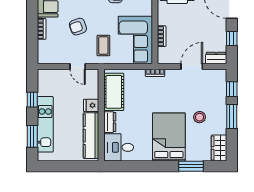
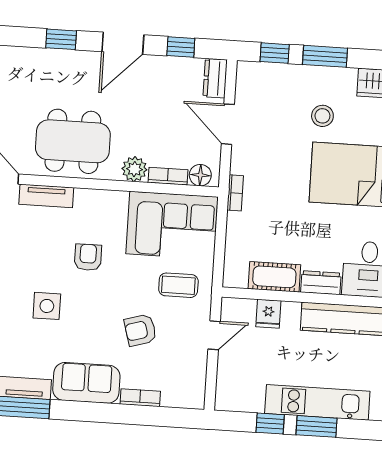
plant: (164, 18) -> (134, 169), added
armchair: (78, 27) -> (140, 330), turned 93
floor lamp: (163, 53) -> (200, 175), added
cot: (114, 92) -> (274, 277), width x0.73, depth x0.75
fridge: (91, 105) -> (268, 314), moved
window: (32, 136) -> (317, 426), moved

